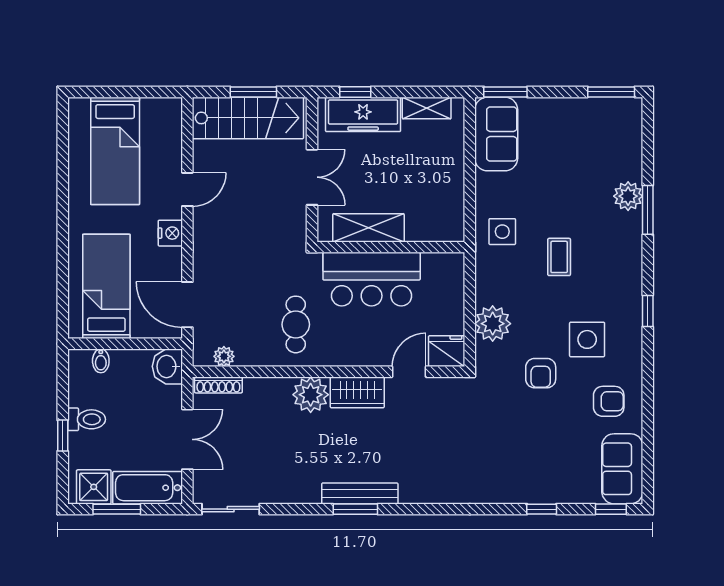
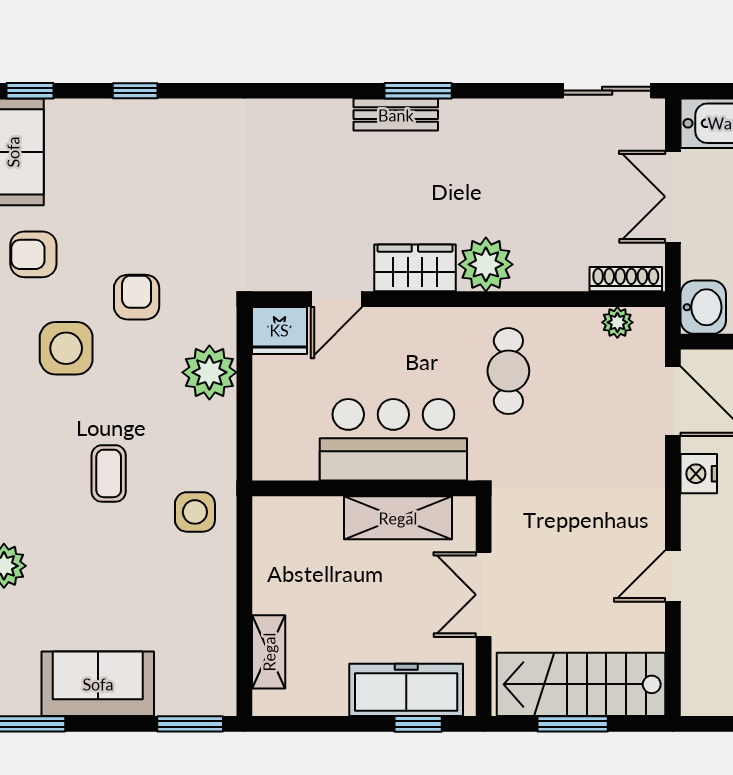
shelving: (427, 108) -> (269, 652), moved, turned 90
sofa: (496, 134) -> (98, 684), moved, turned 90
nightstand: (170, 233) -> (699, 474), moved
bench: (360, 493) -> (396, 115), width x0.73

